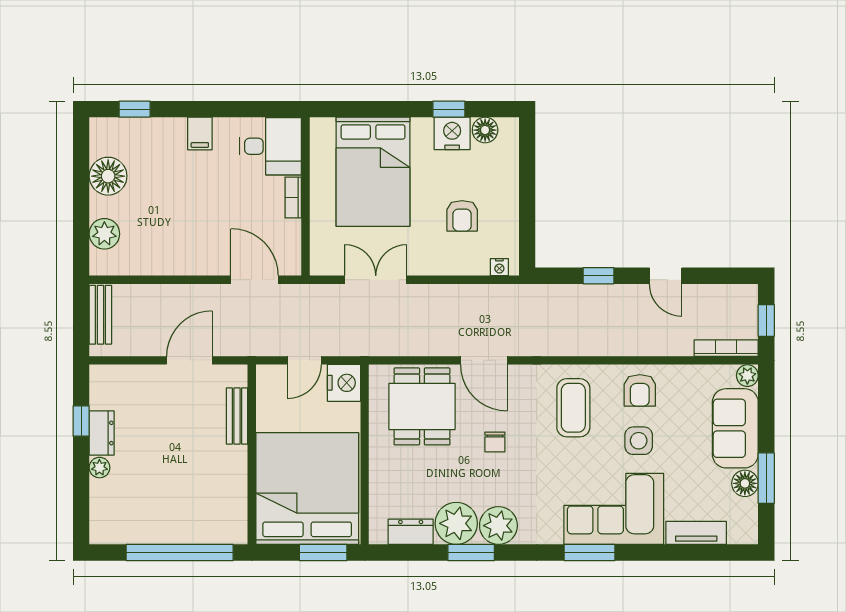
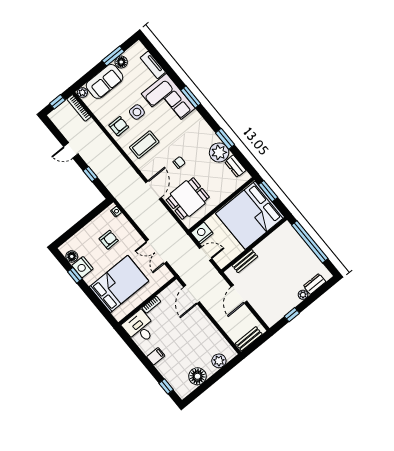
door: (666, 276) -> (71, 150), swing flipped
door: (189, 360) -> (239, 294), hinge flipped
dresser: (102, 433) -> (315, 284), moved
plant: (498, 526) -> (208, 137), removed

